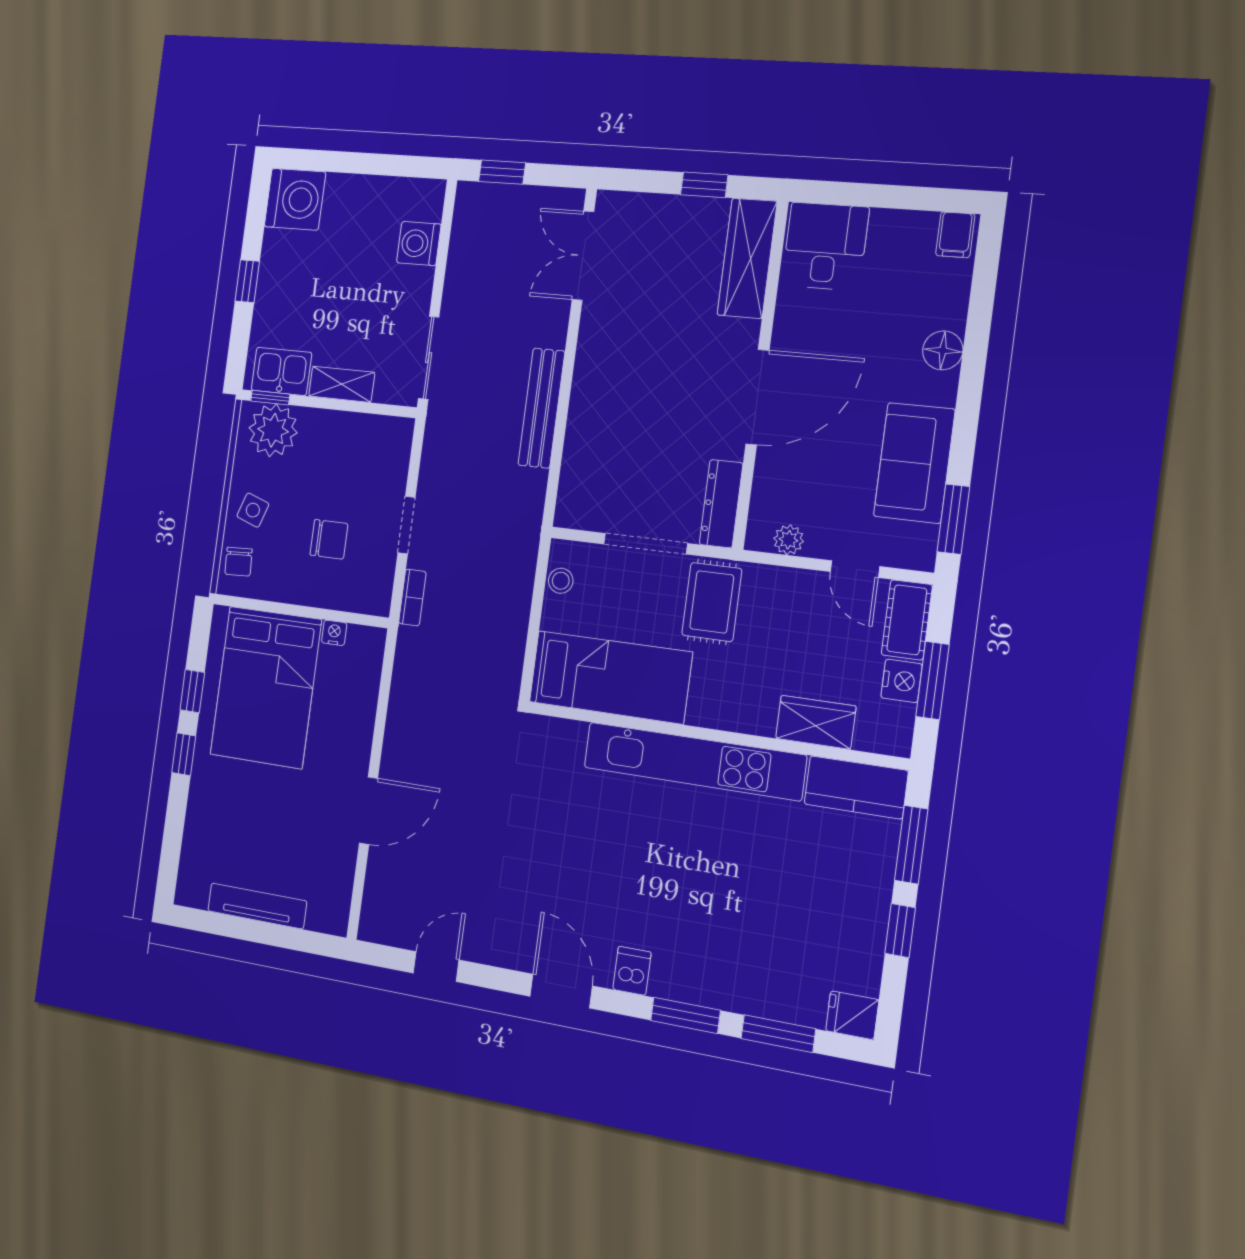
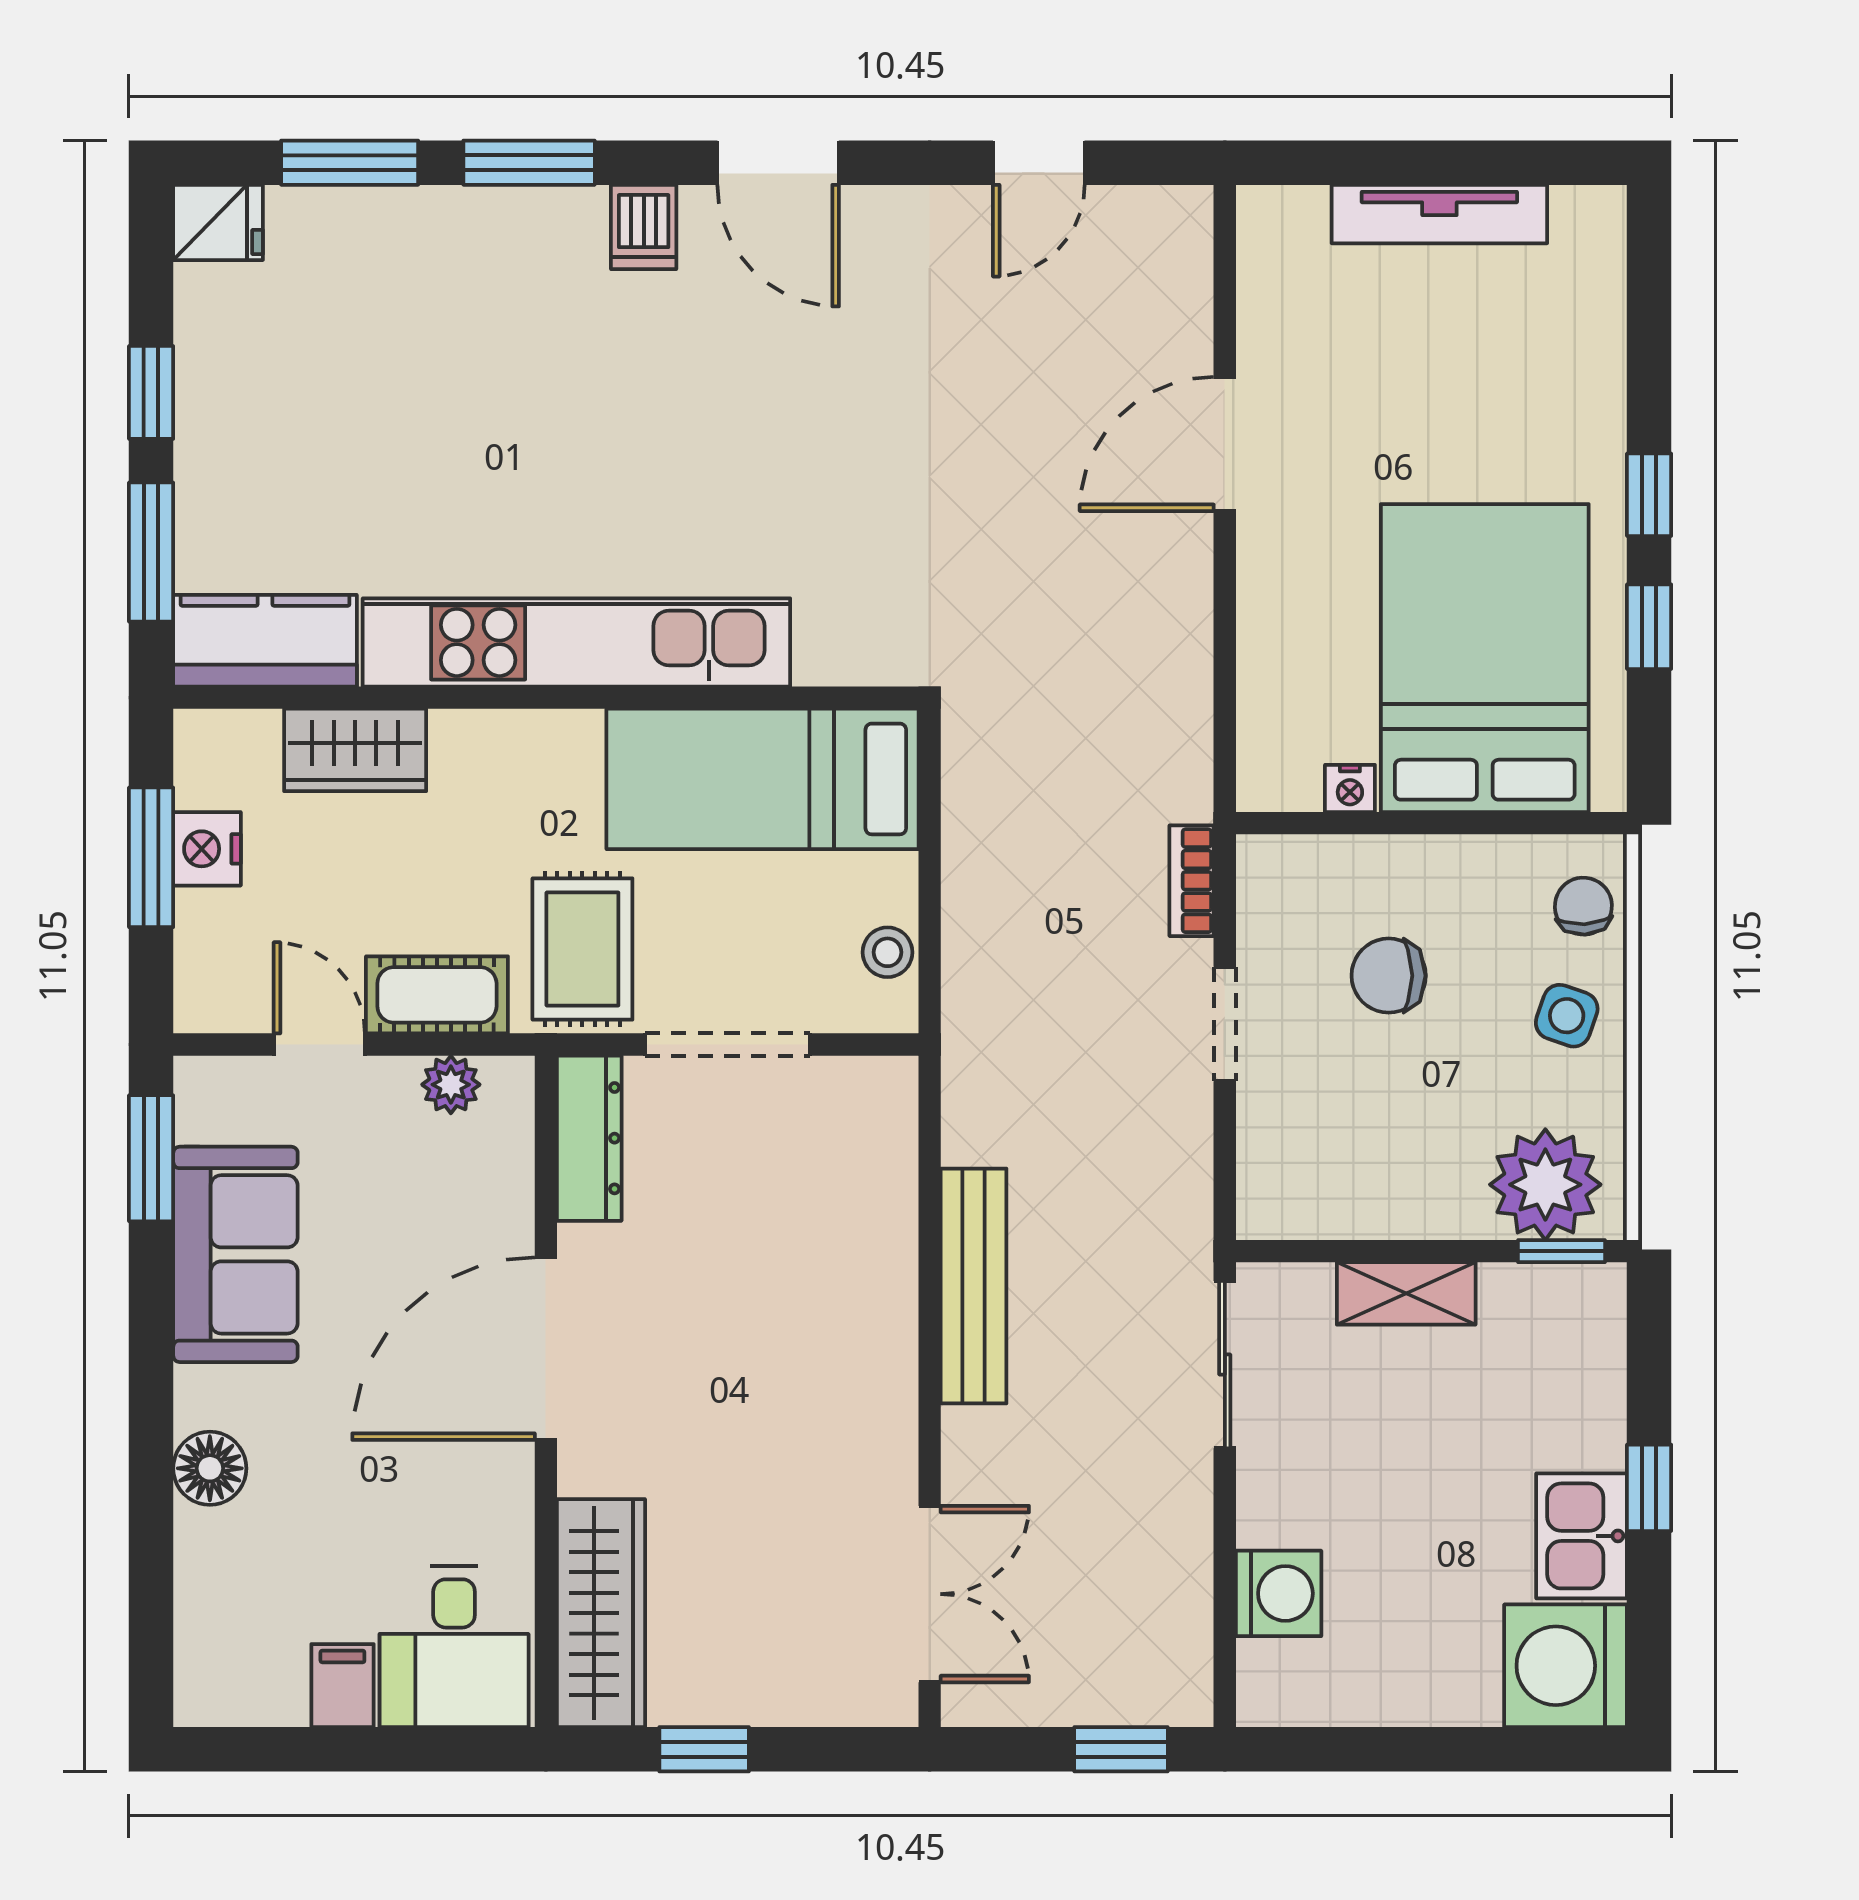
filing cabinet: (955, 235) -> (342, 1686), moved
kitchen sink: (281, 371) -> (1582, 1536), moved, turned 90
cot: (907, 620) -> (437, 995), moved, turned 90

